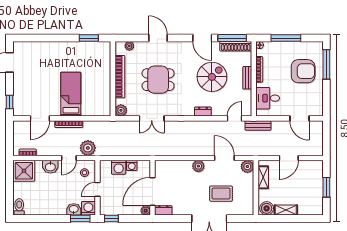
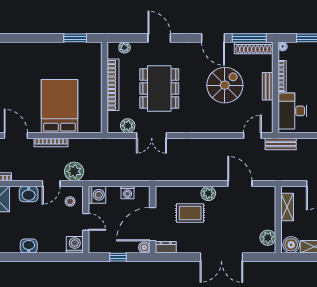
dining table: (158, 80) -> (159, 88), width x1.38
bed: (71, 94) -> (59, 106), width x1.50
desk: (268, 98) -> (292, 111), width x1.37
plant: (121, 110) -> (128, 126), moved
dresser: (203, 112) -> (214, 127), removed
door: (40, 118) -> (16, 135), swing flipped
washing machine: (119, 167) -> (97, 195), moved, turned -90
plant: (247, 167) -> (268, 238), moved
door: (97, 189) -> (86, 222), swing flipped
rug: (221, 194) -> (190, 213), moved
washbasin: (74, 209) -> (29, 246), moved
window: (80, 218) -> (65, 257), removed
window: (111, 218) -> (118, 257), moved

